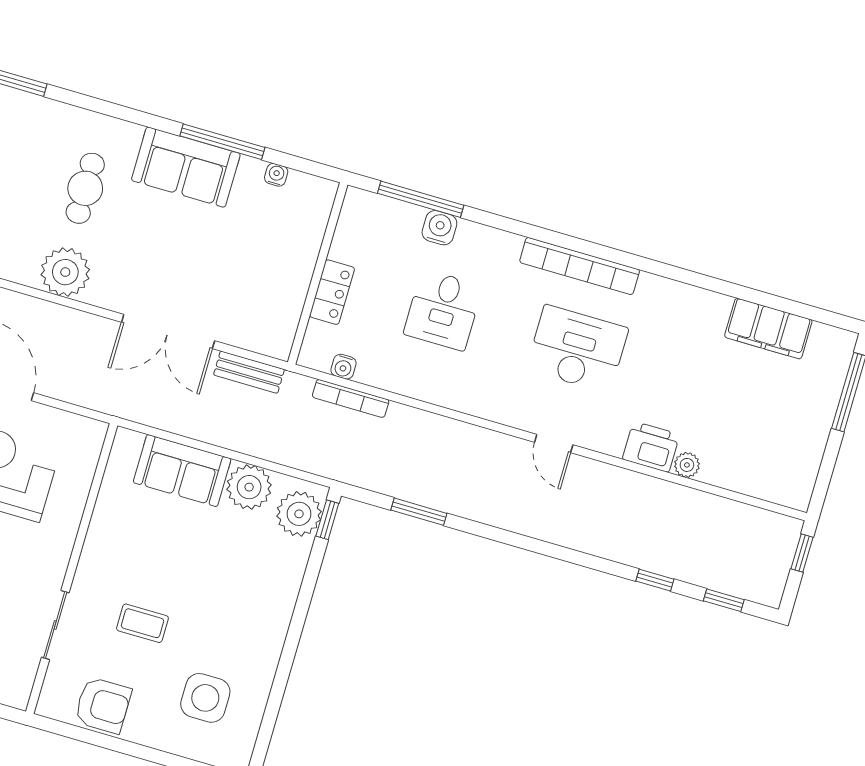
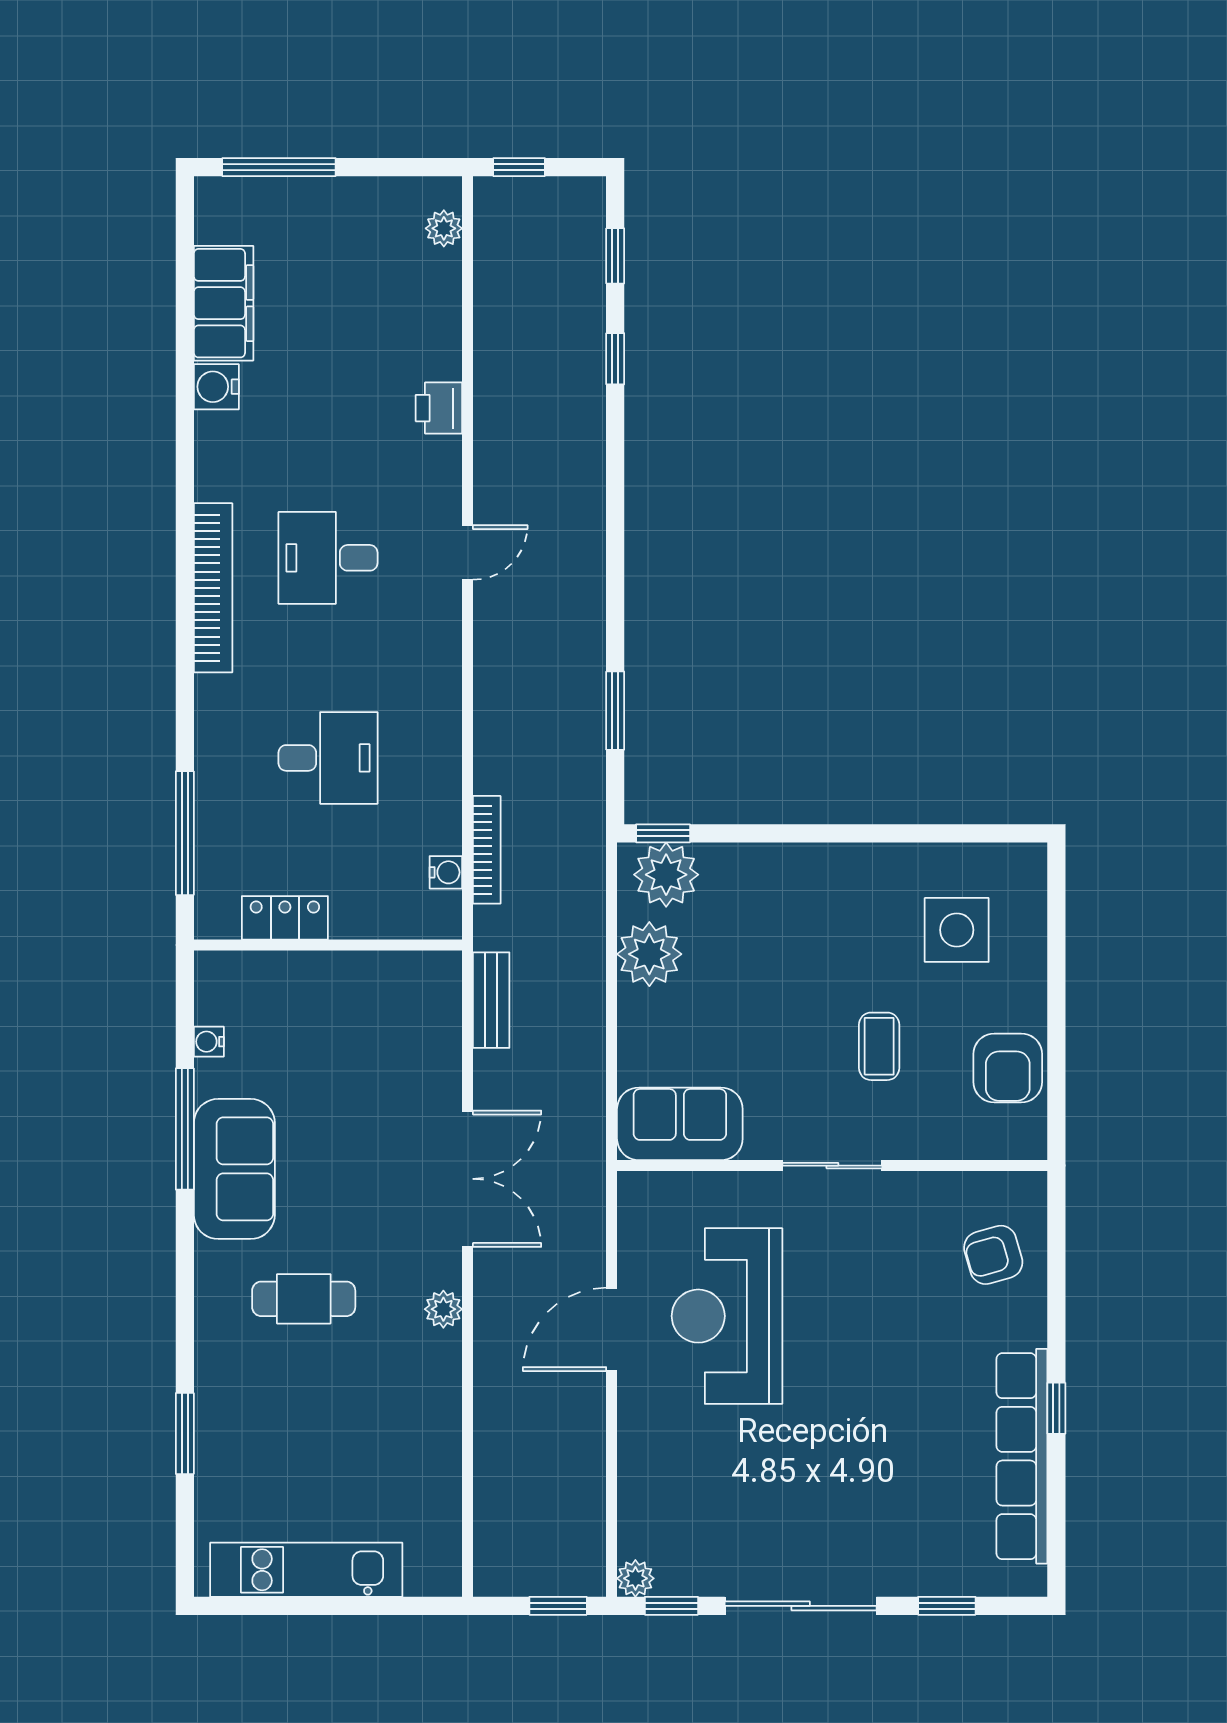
water cooler: (439, 228) -> (216, 387), moved
plant: (65, 272) -> (443, 1309), width x0.53, depth x0.53
locker: (332, 292) -> (285, 918), moved
double door: (168, 331) -> (468, 1179), moved
desk: (577, 349) -> (328, 558), width x0.73
printer: (651, 447) -> (439, 408), width x0.73, depth x0.81
plant: (687, 465) -> (444, 228), moved
sofa: (182, 471) -> (680, 1124), moved, turned -90
sliding door: (55, 625) -> (832, 1166), moved
armchair: (103, 705) -> (1008, 1068), turned 180

